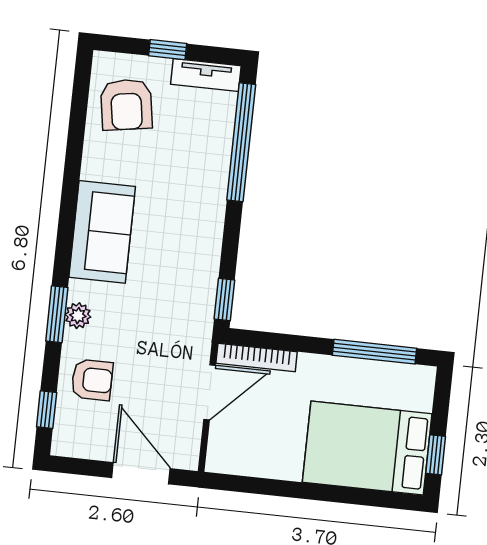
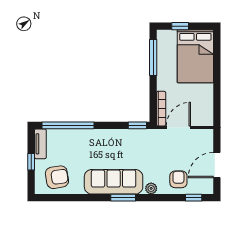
sofa: (102, 232) -> (114, 182), width x1.36
window: (57, 314) -> (123, 198), moved
door: (210, 392) -> (178, 127), hinge flipped
window: (436, 455) -> (180, 26), moved
door: (141, 473) -> (217, 165), moved

